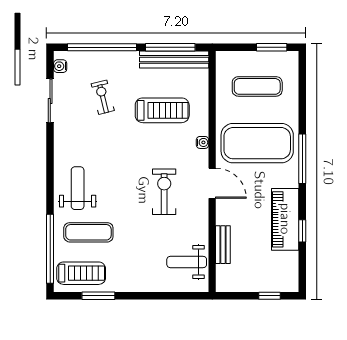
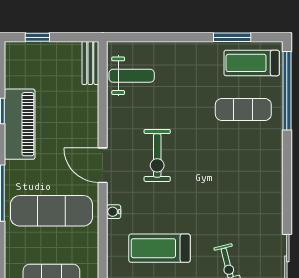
exercise mat: (257, 143) -> (51, 211), width x0.68
weight bench: (78, 188) -> (256, 160), removed
bench: (223, 245) -> (90, 63), moved

